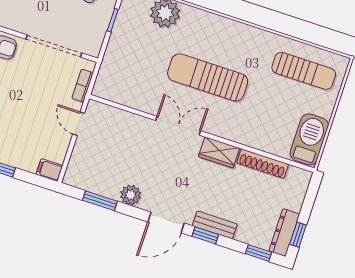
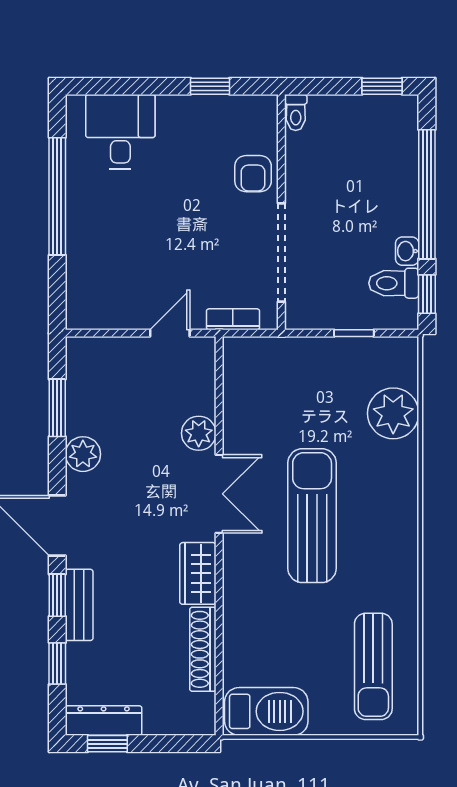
plant: (140, 126) -> (199, 433), added
filing cabinet: (49, 170) -> (80, 311), removed
window: (259, 253) -> (57, 664), moved

